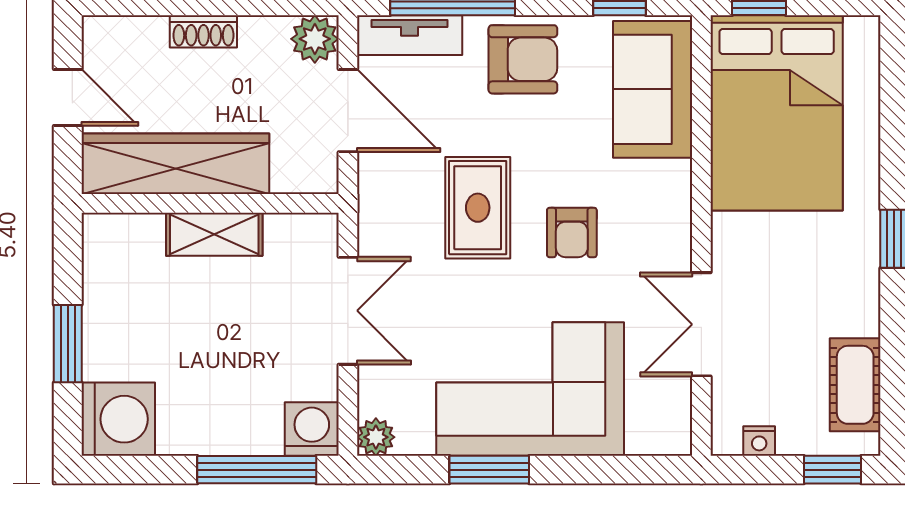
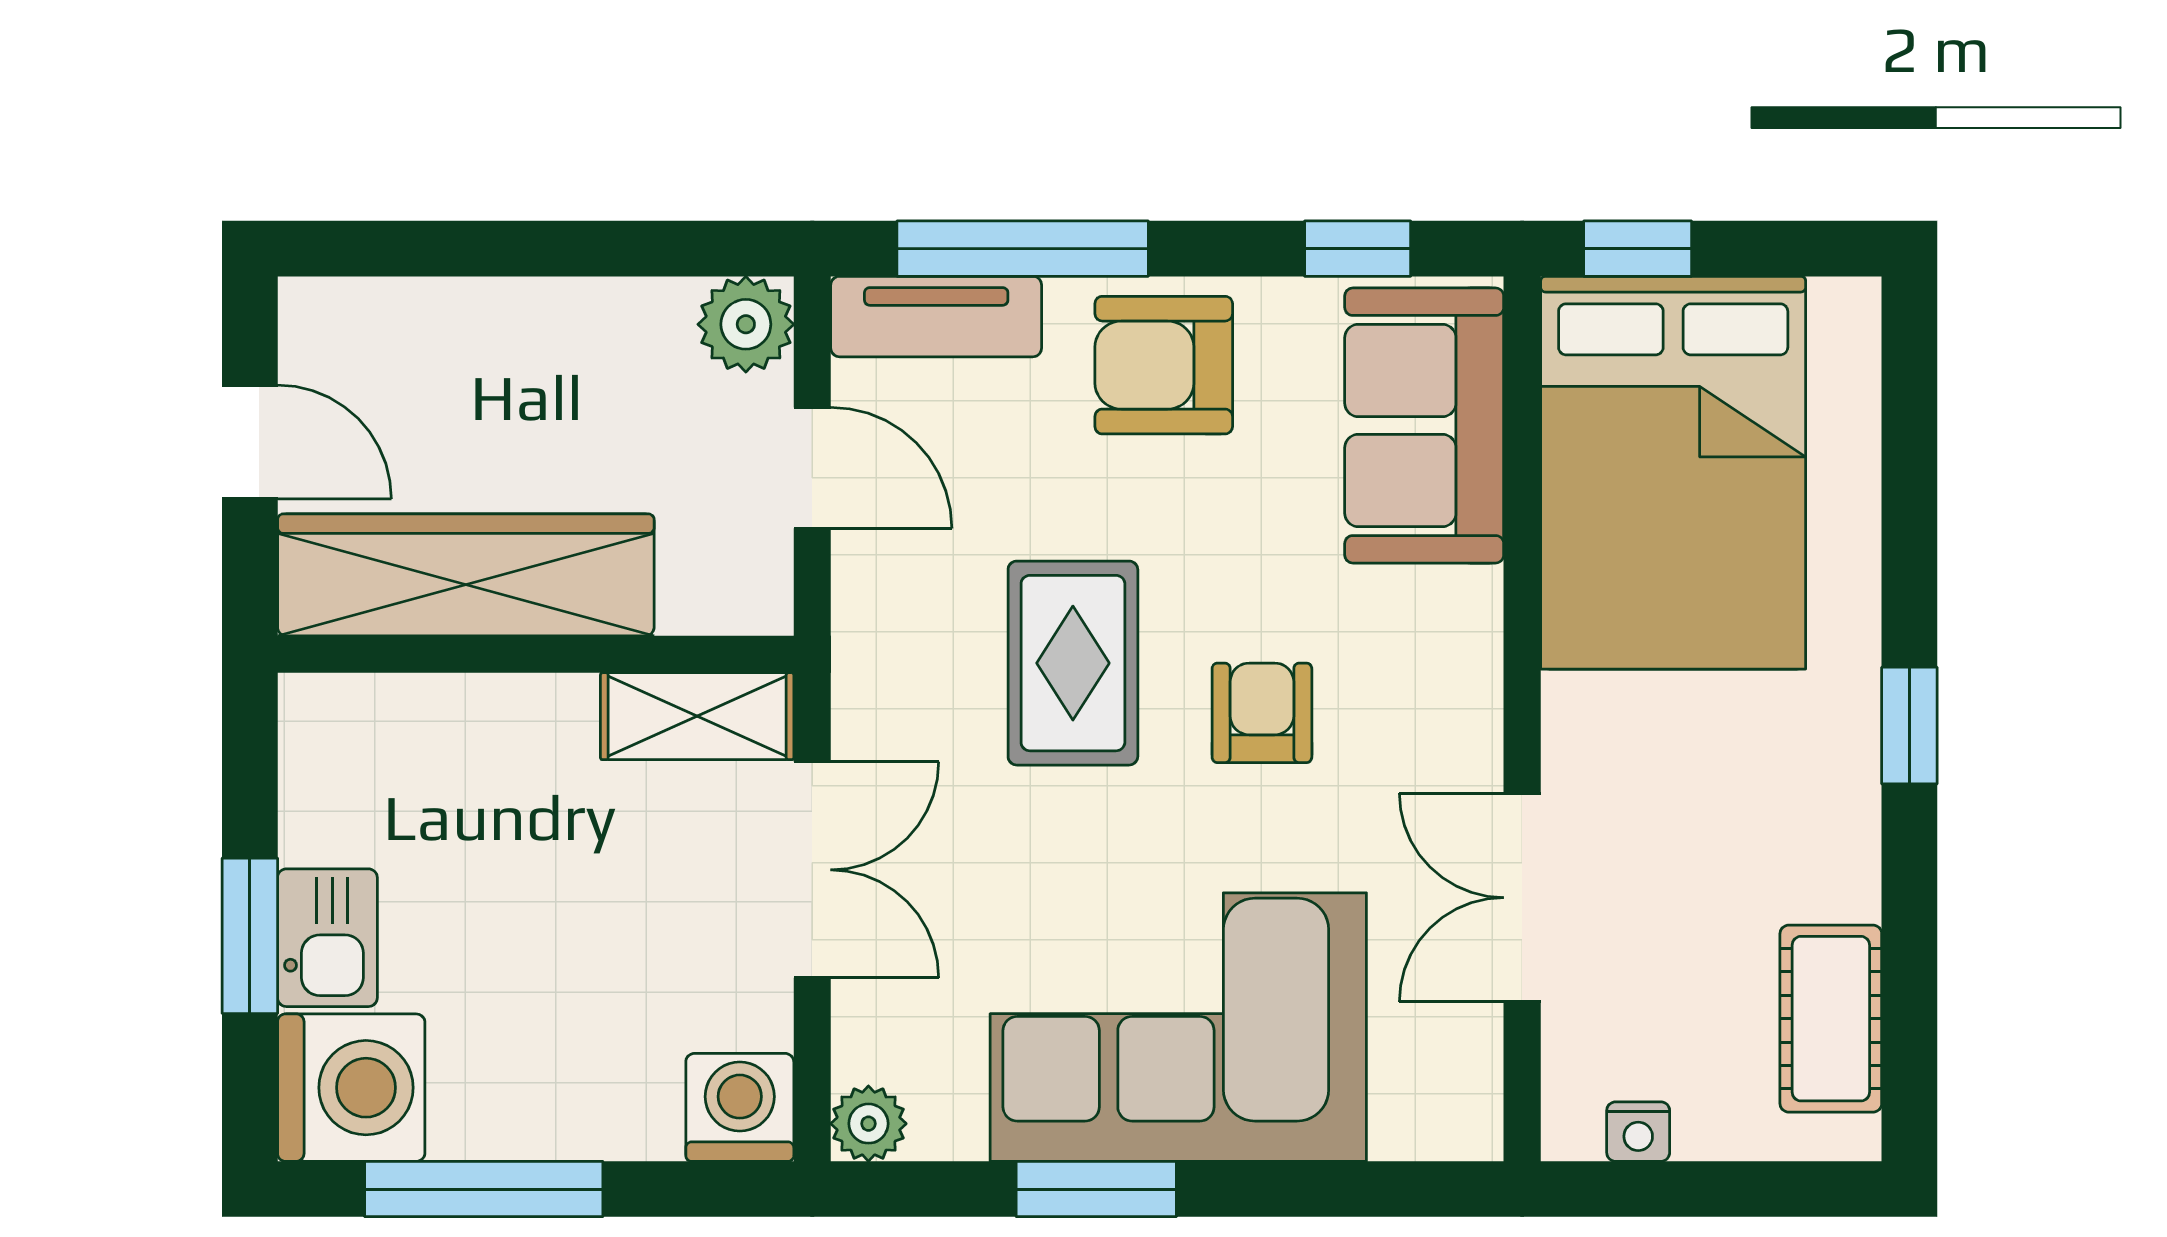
shoe rack: (203, 31) -> (522, 309), removed
armchair: (523, 59) -> (1164, 365), turned 180
door: (348, 111) -> (812, 468), width x0.73
armchair: (572, 233) -> (1262, 713), turned 180
shelving: (214, 234) -> (697, 716), moved
kitchen sink: (106, 344) -> (327, 938), added
window: (257, 470) -> (484, 1189), moved
window: (833, 470) -> (1785, 1189), removed

